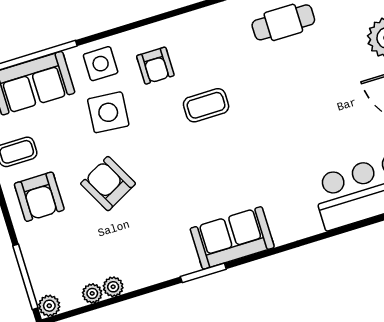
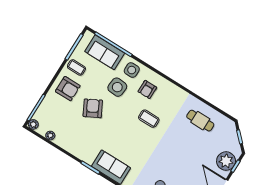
armchair: (39, 197) -> (68, 89), turned -90
plant: (113, 287) -> (59, 141), removed

